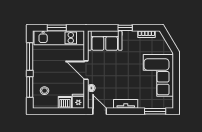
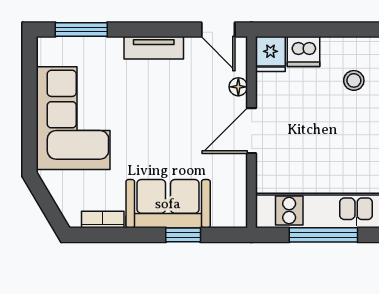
window: (57, 28) -> (323, 235), width x1.44
window: (125, 28) -> (183, 235), moved
sofa: (105, 41) -> (168, 204), moved
door: (86, 70) -> (252, 131), swing flipped

